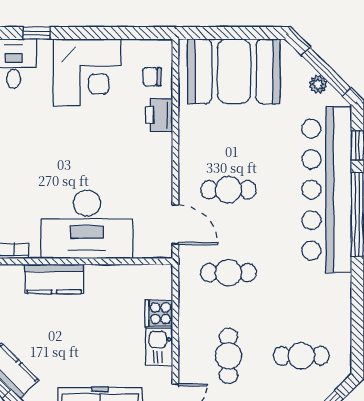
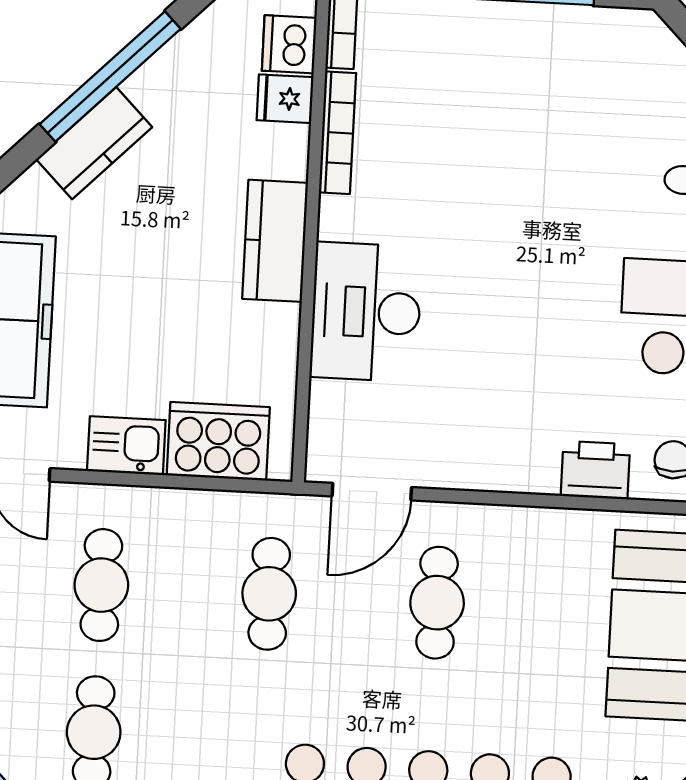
desk: (87, 224) -> (366, 312), width x0.73, depth x0.77
cooker: (159, 313) -> (218, 441), width x1.87, depth x1.31
cafe table: (228, 356) -> (101, 585), turned 90

